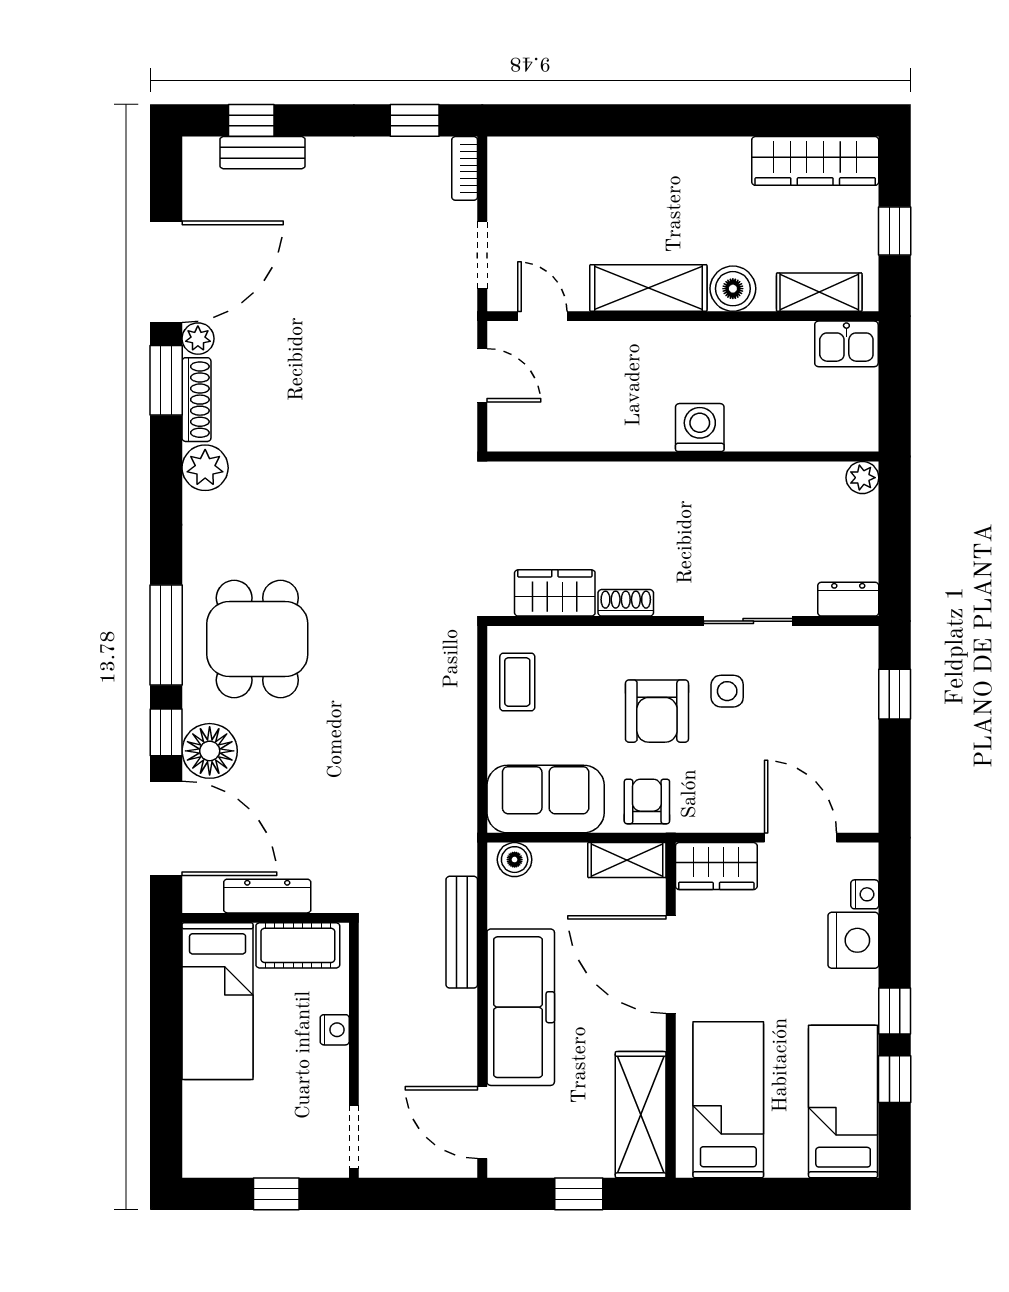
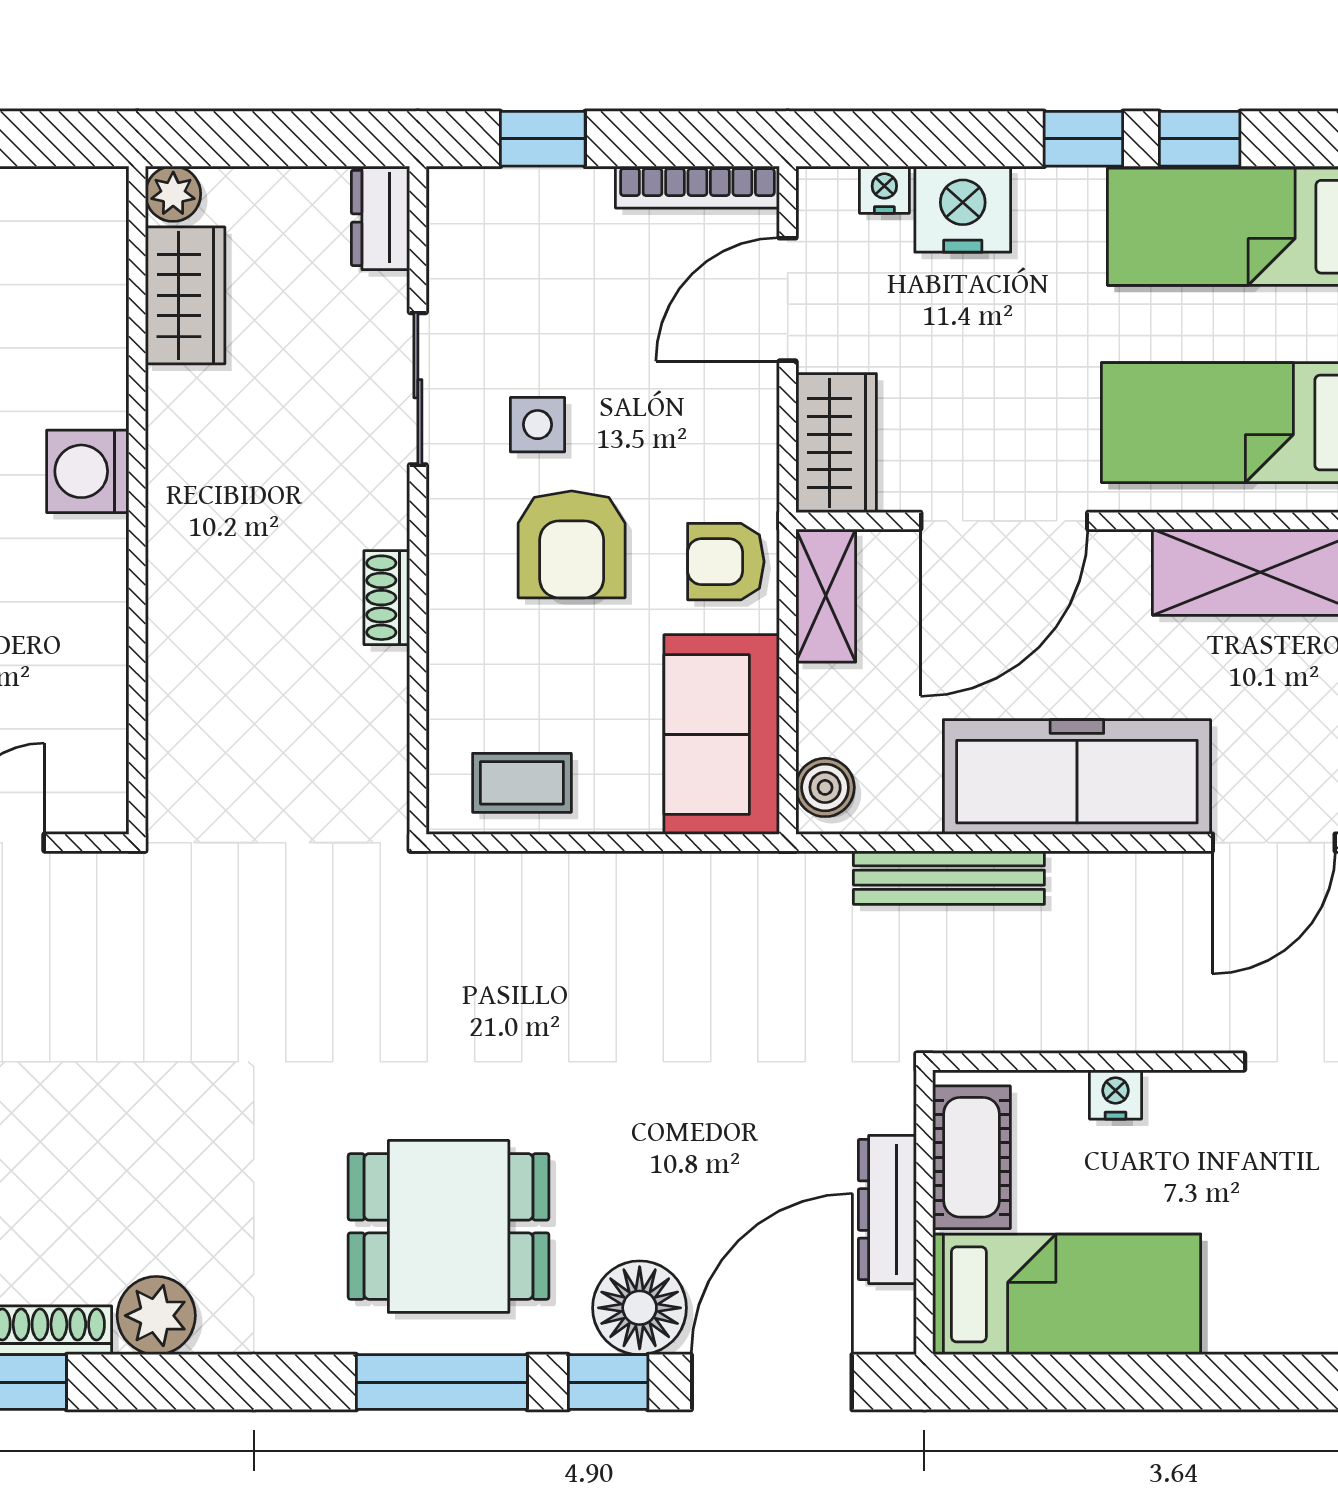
wardrobe: (555, 593) -> (185, 295), moved, turned 180
armchair: (657, 711) -> (572, 544), turned 90
bookcase: (866, 785) -> (697, 187), added

